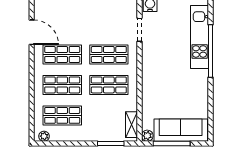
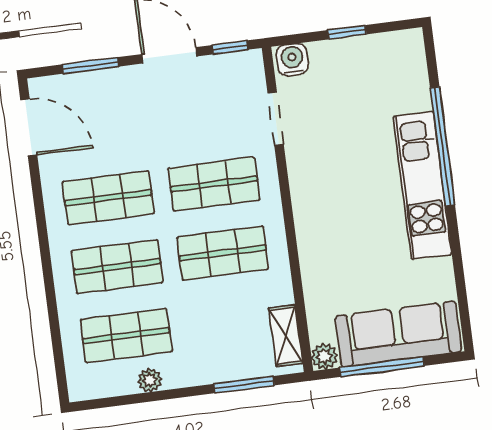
door: (32, 32) -> (29, 127), moved
kitchen unit: (200, 37) -> (422, 185), moved
plant: (44, 136) -> (150, 380), moved

